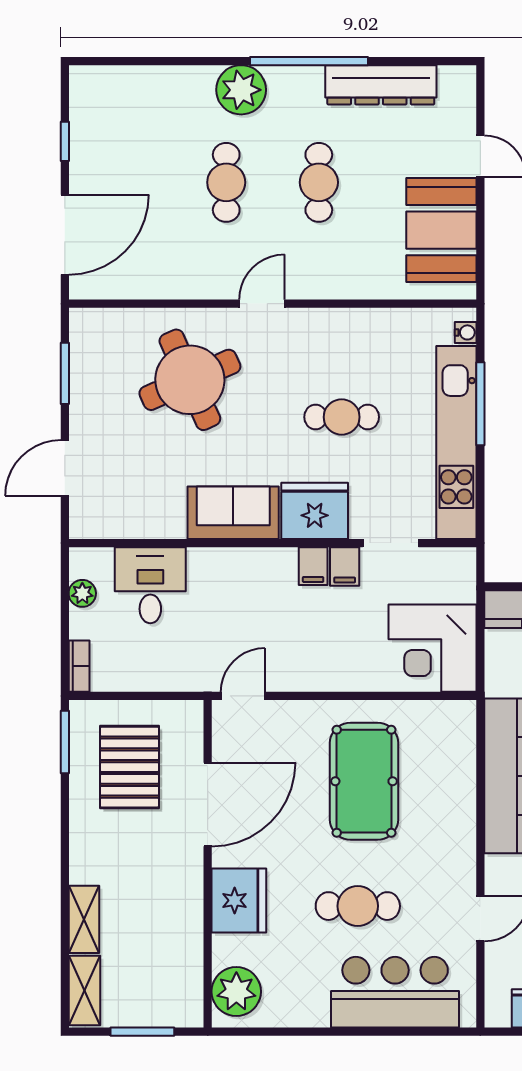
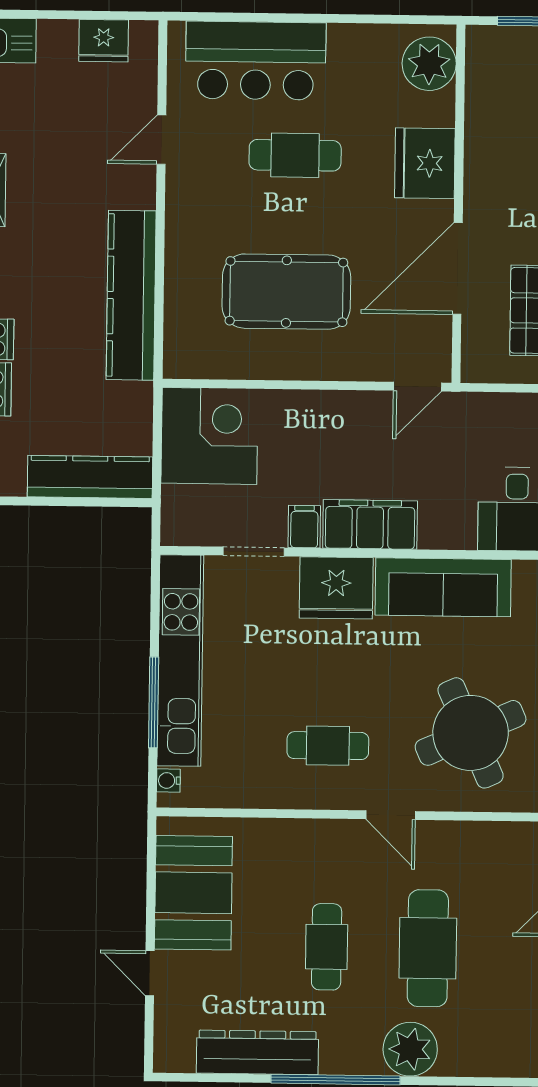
cafe table: (226, 182) -> (428, 948), width x1.37, depth x1.35
door: (262, 304) -> (391, 815), hinge flipped
cafe table: (342, 417) -> (328, 746), moved
sofa: (233, 513) -> (443, 587), width x1.36
filing cabinet: (313, 566) -> (370, 524), width x3.00, depth x1.17
pool table: (364, 781) -> (286, 292), turned 90

